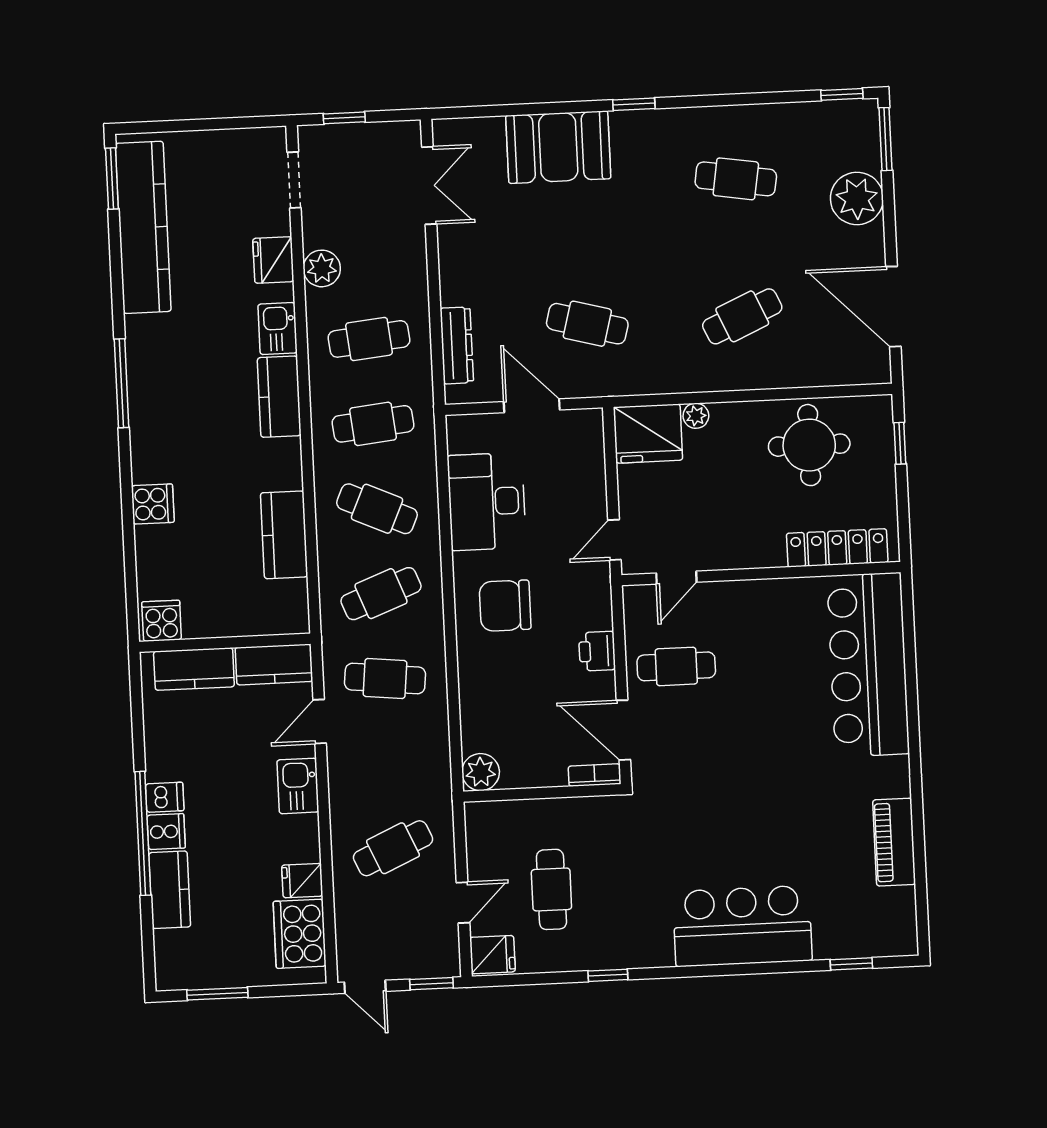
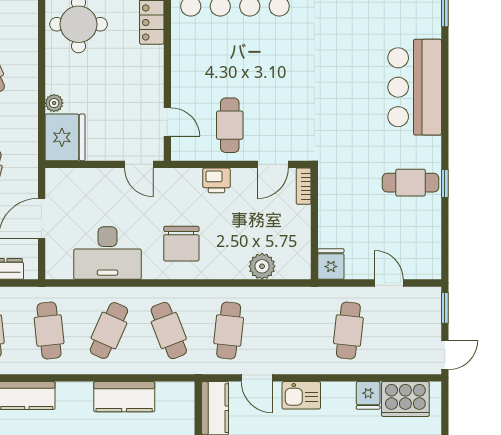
door: (623, 730) -> (273, 164), width x0.73
plant: (481, 772) -> (262, 266), moved
cafe table: (393, 848) -> (348, 330), turned 30
cafe table: (551, 889) -> (410, 183), moved
fridge: (492, 955) -> (331, 264), moved

